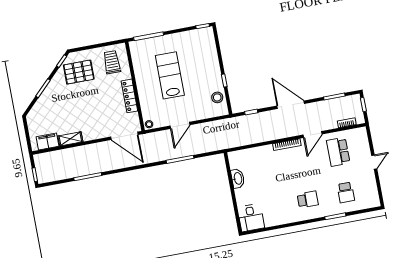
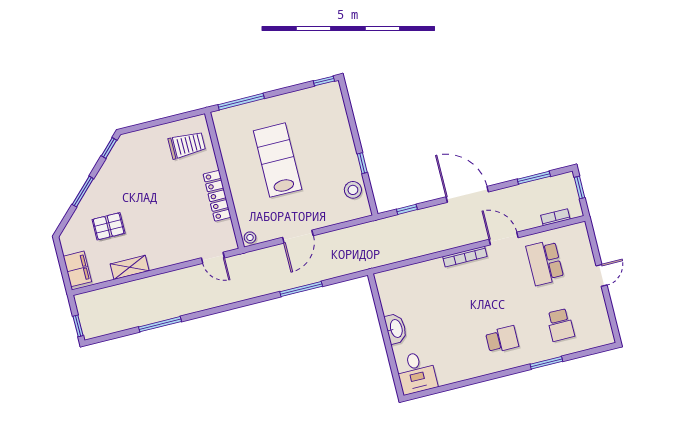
trolley: (112, 62) -> (187, 145), turned 90
pallet: (79, 72) -> (109, 226), moved, width x0.67, depth x0.71
door: (313, 135) -> (504, 239), swing flipped
door: (124, 136) -> (213, 258), width x0.53
filing cabinet: (48, 142) -> (77, 269), moved, turned 90
washbasin: (238, 178) -> (396, 329), moved

